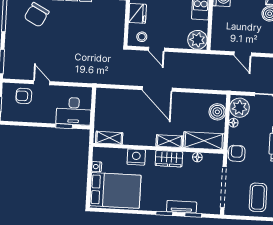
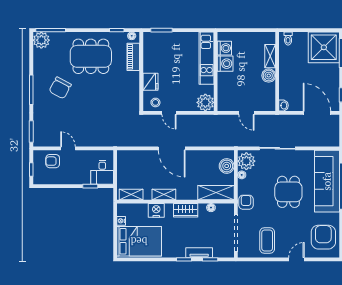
desk: (74, 111) -> (102, 172), width x0.73
shelving: (169, 141) -> (164, 195), moved

